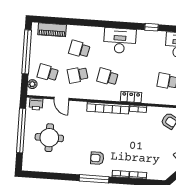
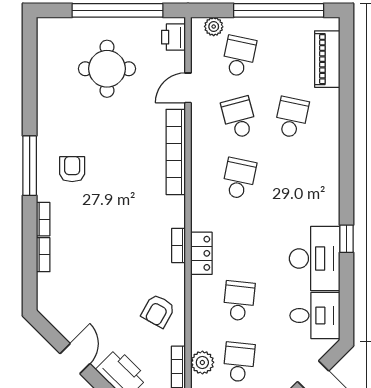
window: (152, 27) -> (346, 239), moved
desk: (120, 41) -> (315, 259), moved
locker: (131, 97) -> (201, 253), moved
bookcase: (108, 108) -> (176, 152), moved

